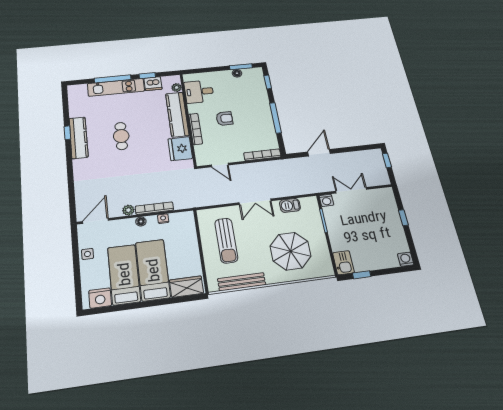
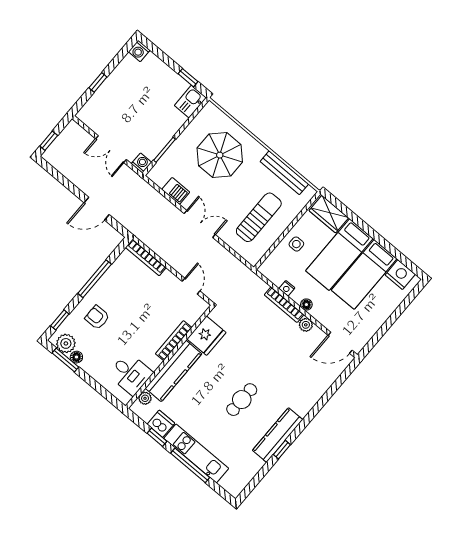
plant: (250, 74) -> (66, 343), added
armchair: (224, 119) -> (97, 317), moved
side table: (87, 254) -> (296, 244), moved

